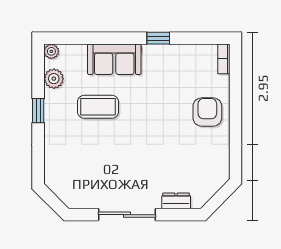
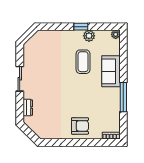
window: (158, 38) -> (123, 97), width x2.17
plant: (54, 79) -> (89, 36), moved
sliding door: (127, 215) -> (20, 79), width x0.73

